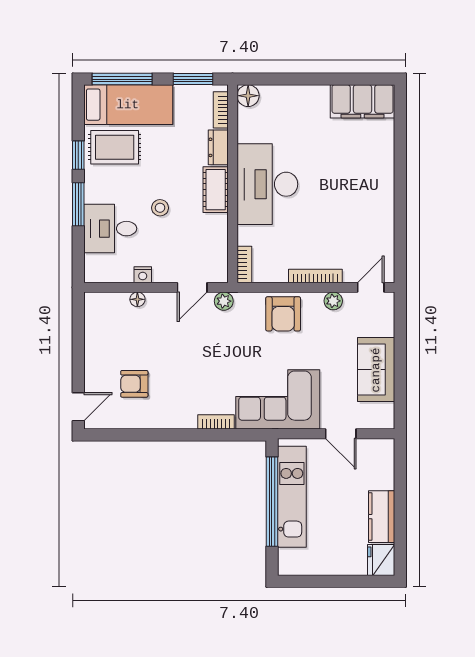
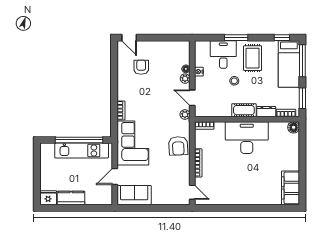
rug: (115, 147) -> (253, 58), moved
window: (78, 155) -> (282, 38), moved
plant: (333, 301) -> (185, 79), moved
armchair: (283, 314) -> (178, 146), turned -93
sofa: (376, 370) -> (134, 195), moved

